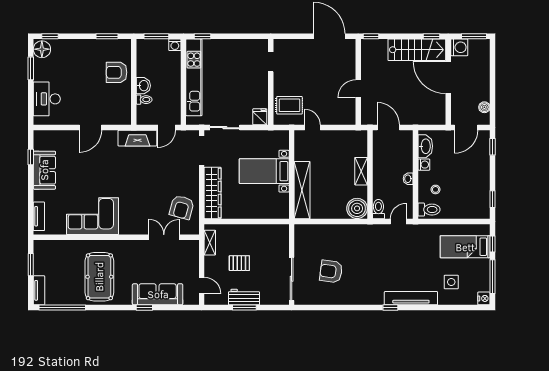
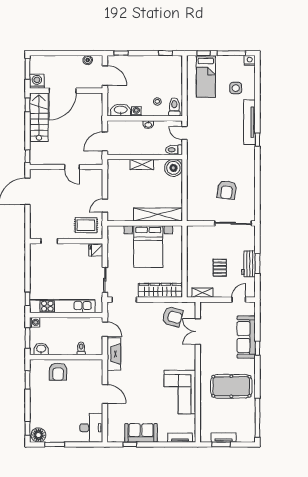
washbasin: (143, 86) -> (41, 349), moved
desk: (47, 99) -> (91, 428), moved, turned -90
rug: (289, 105) -> (86, 225), turned 90
bed with nightstands: (264, 171) -> (148, 247), width x1.36
tv unit: (39, 290) -> (224, 438), moved

